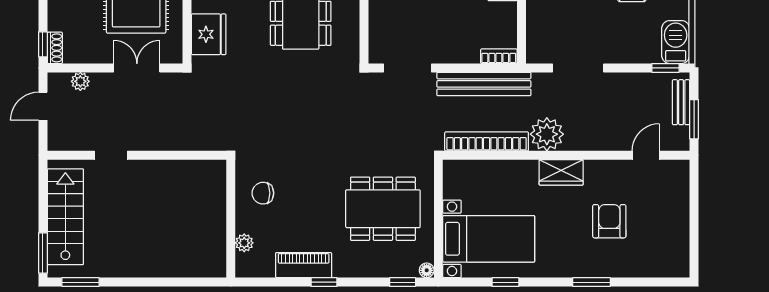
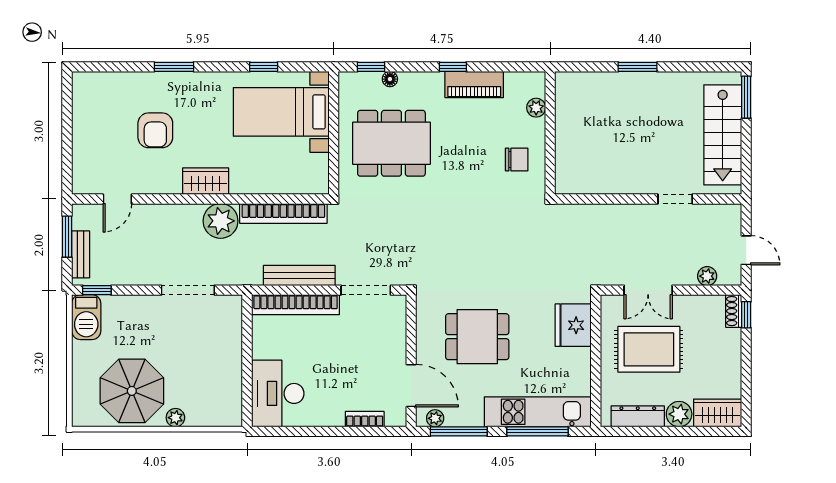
bookcase: (499, 56) -> (296, 305), width x2.31, depth x1.31
bench: (484, 84) -> (299, 276), width x0.73, depth x0.82
door: (43, 106) -> (746, 250), hinge flipped
floor lamp: (427, 270) -> (390, 79), moved
window: (80, 282) -> (638, 67), moved

